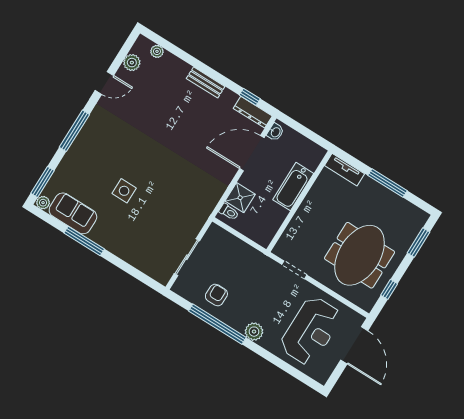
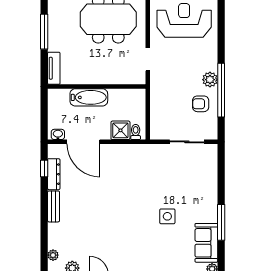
dresser: (253, 112) -> (54, 174), moved
plant: (254, 332) -> (210, 80), moved

